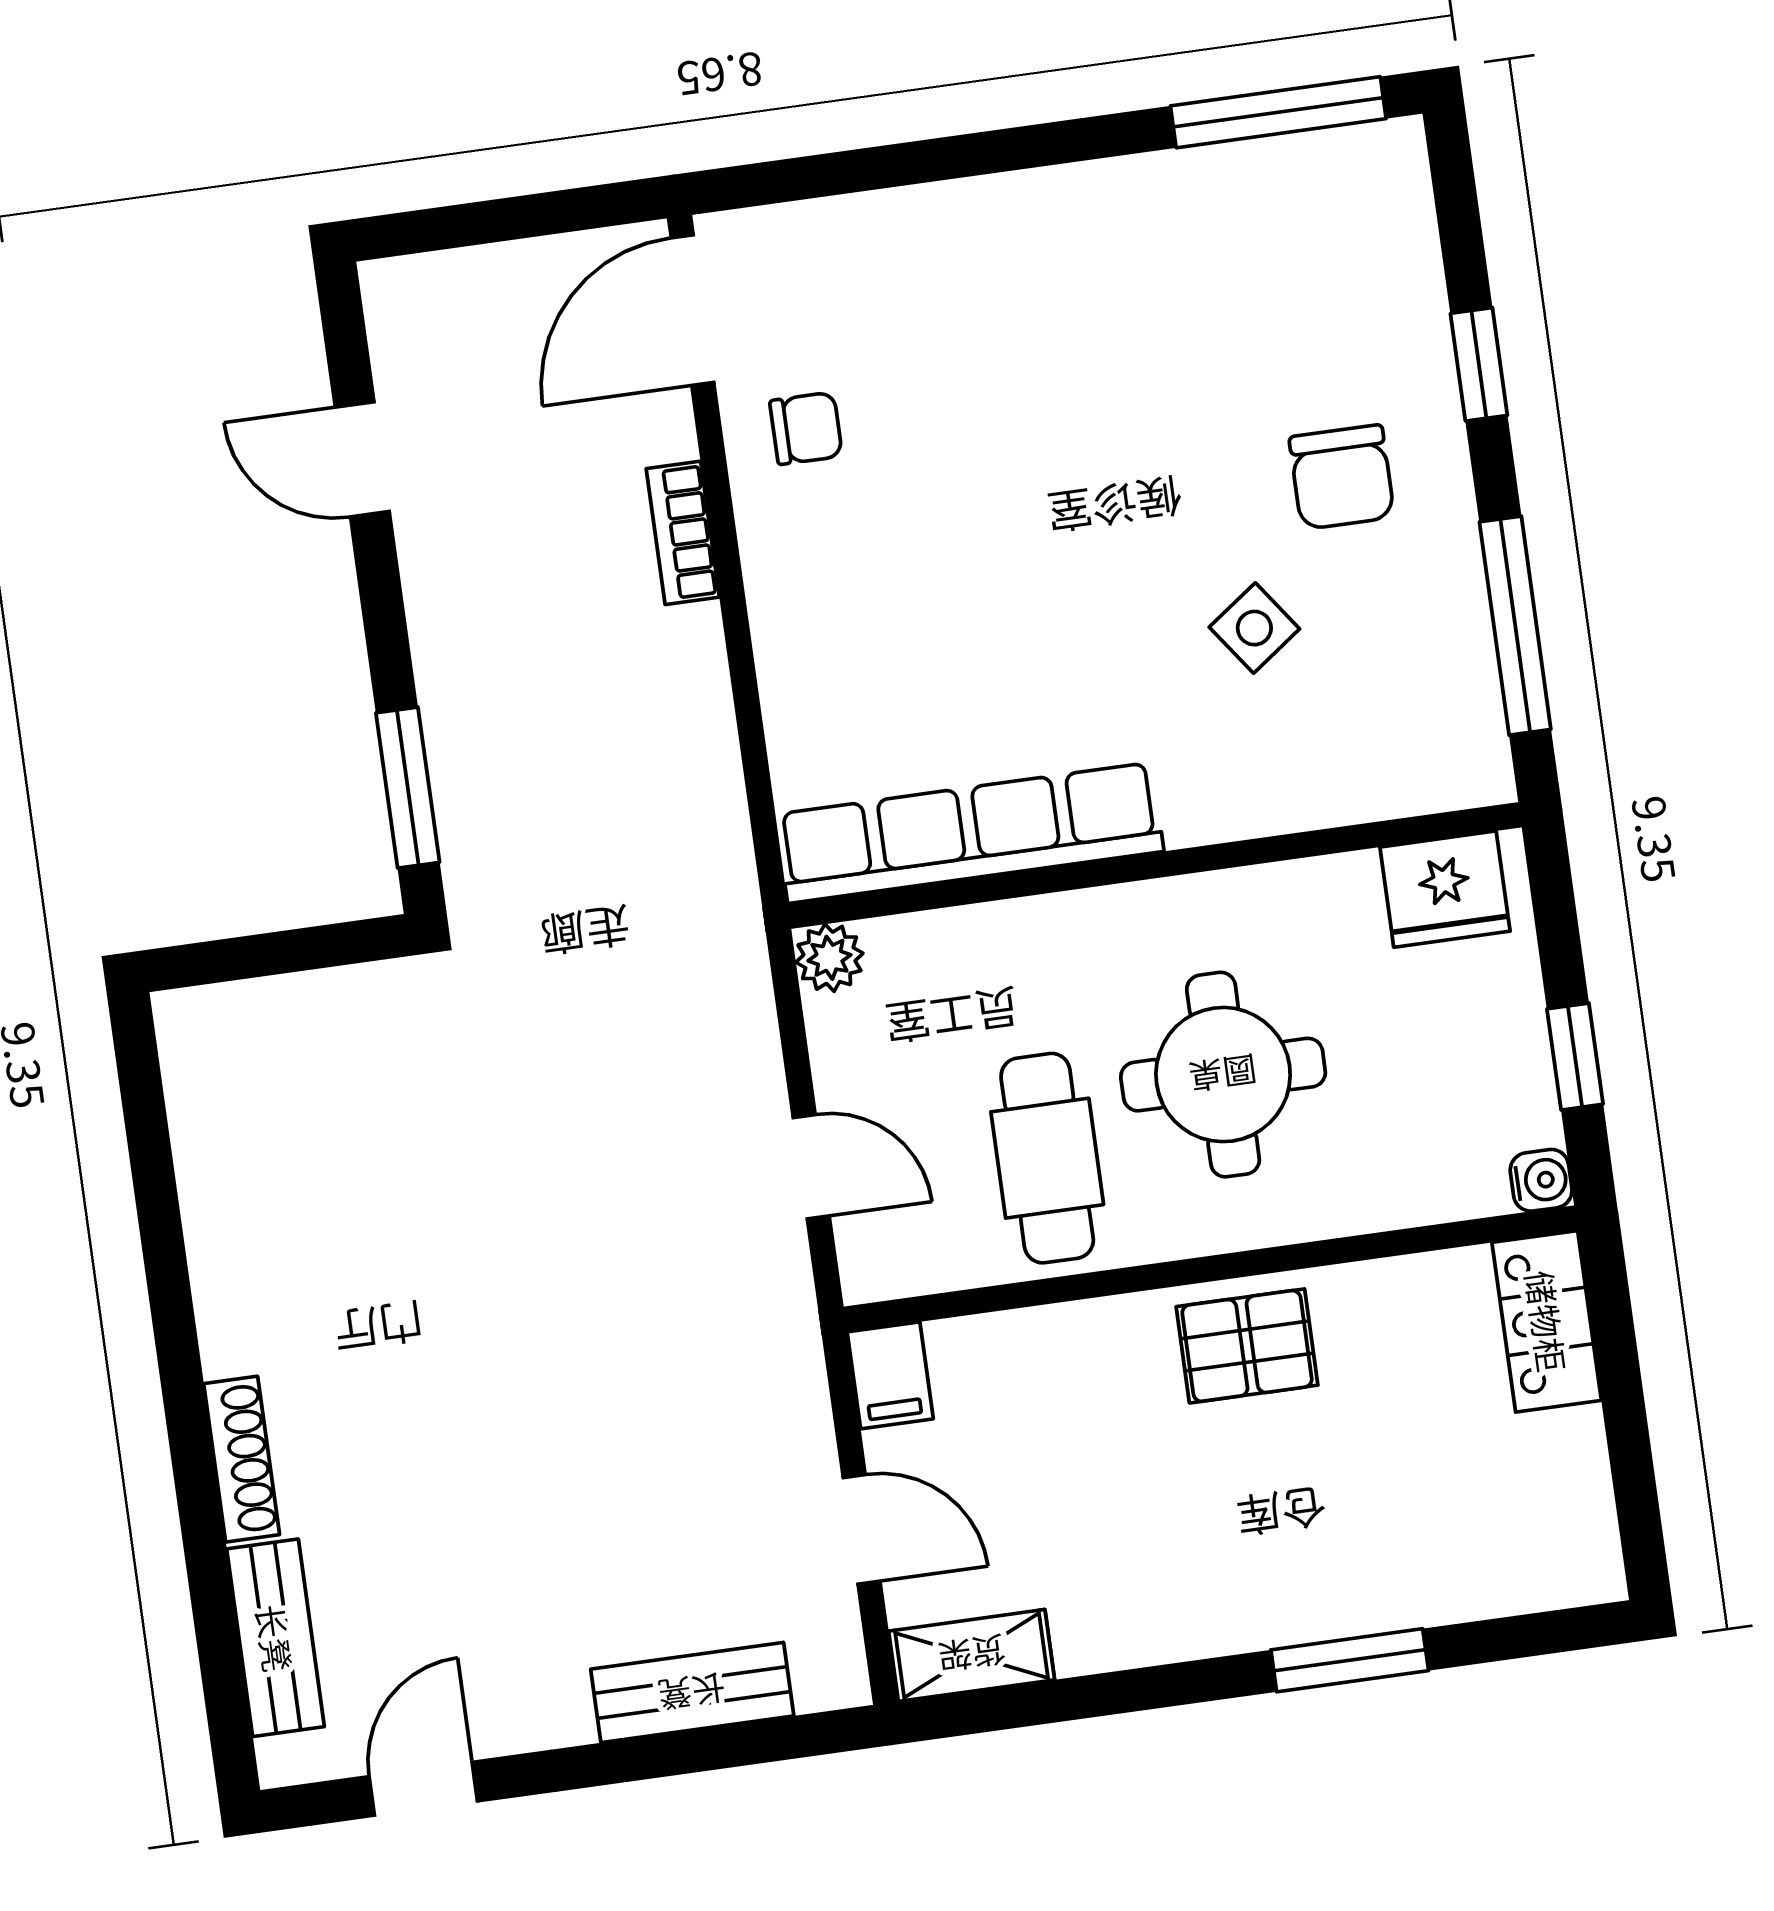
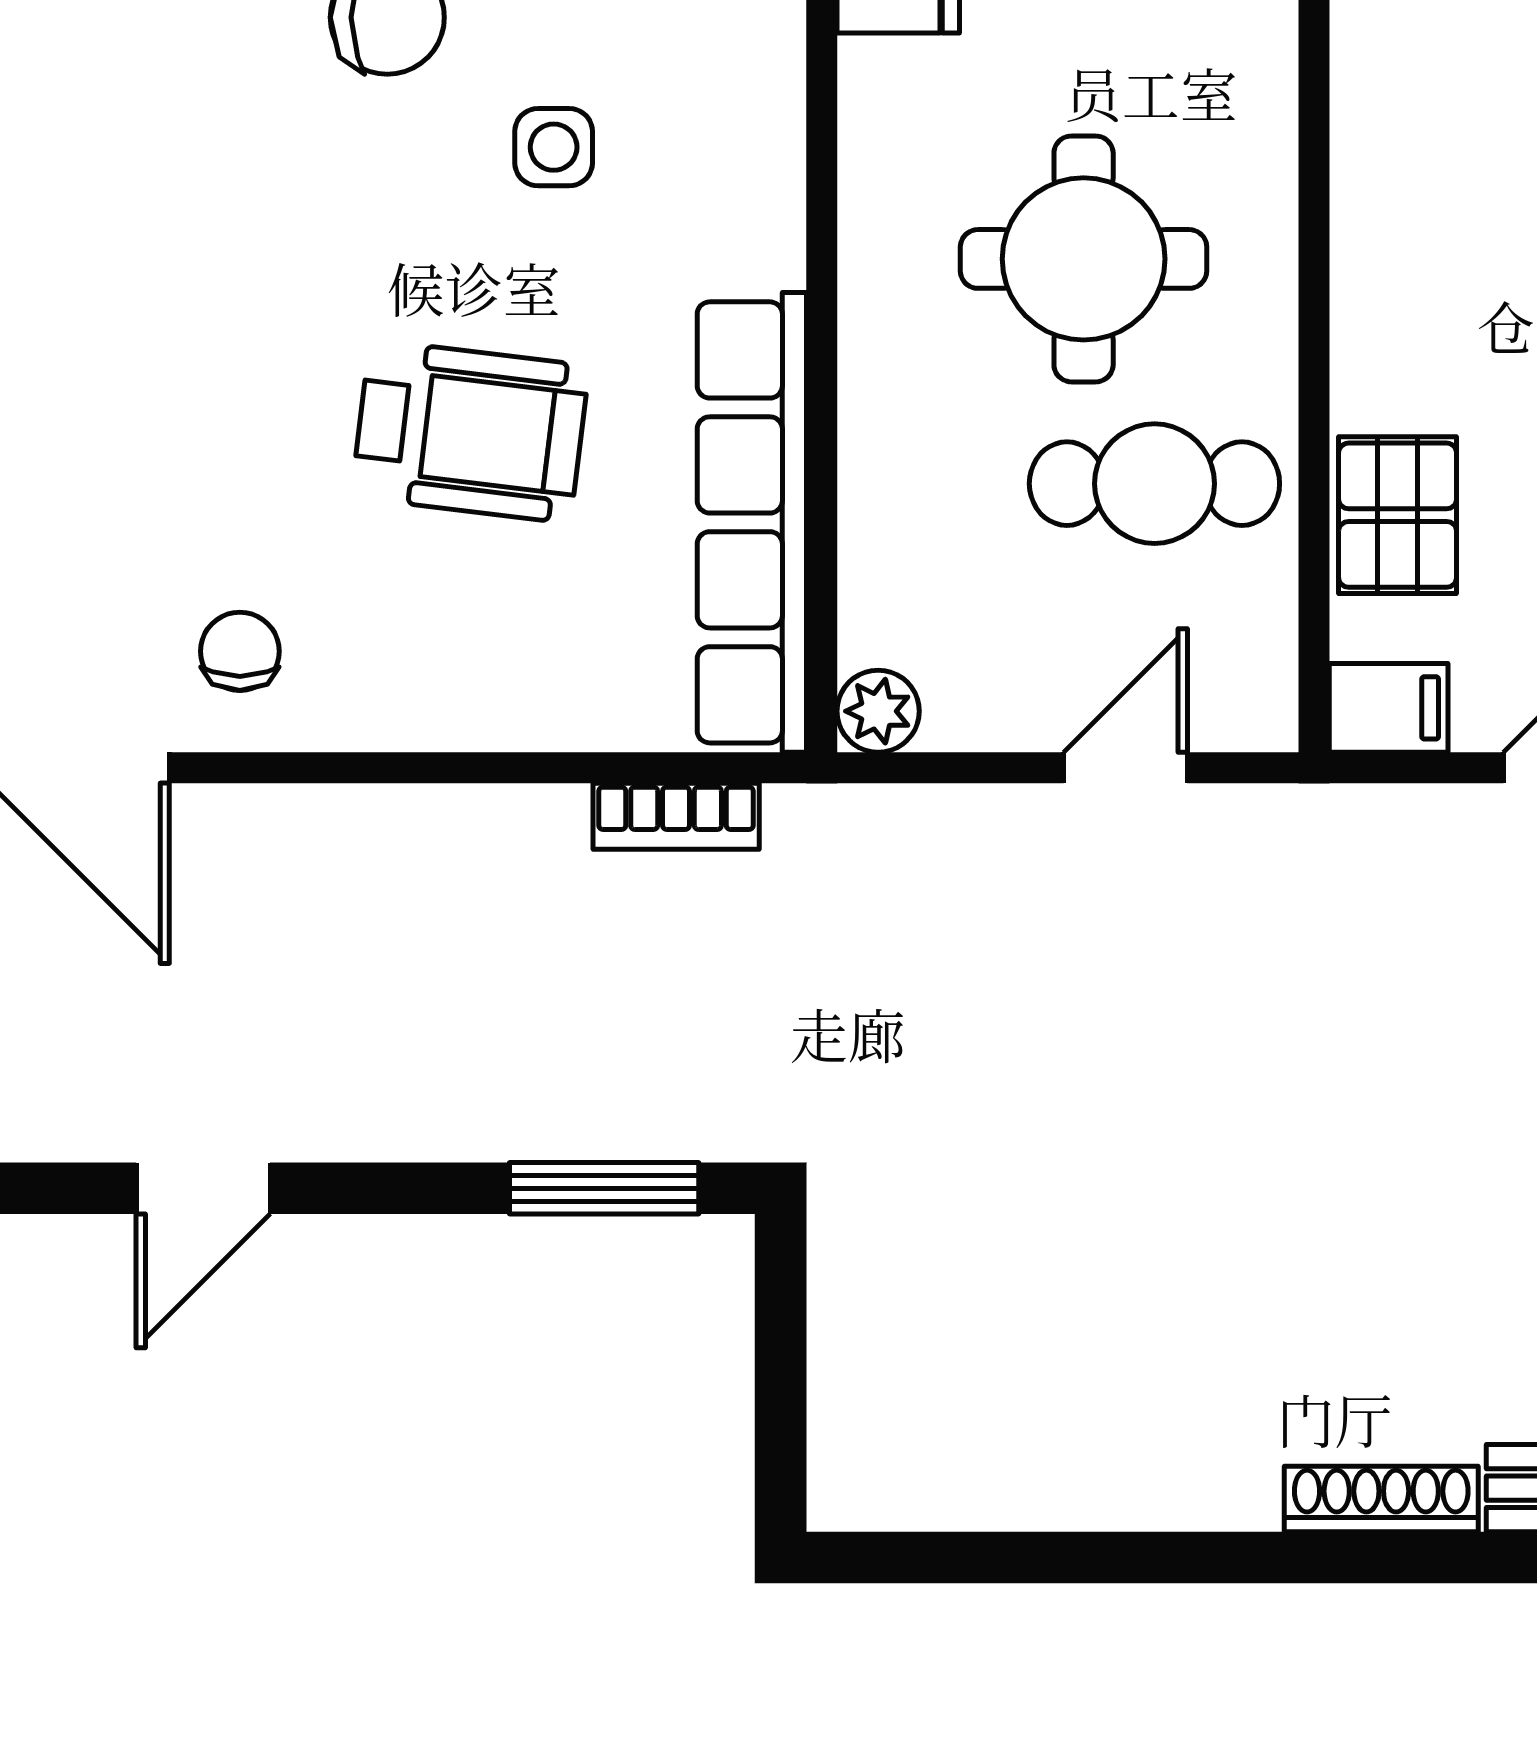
bookcase: (683, 533) -> (676, 816), moved
wheelchair: (1012, 592) -> (470, 431), added
side table: (1254, 628) -> (554, 147), turned 36
pallet: (1247, 1346) -> (1398, 515), moved

